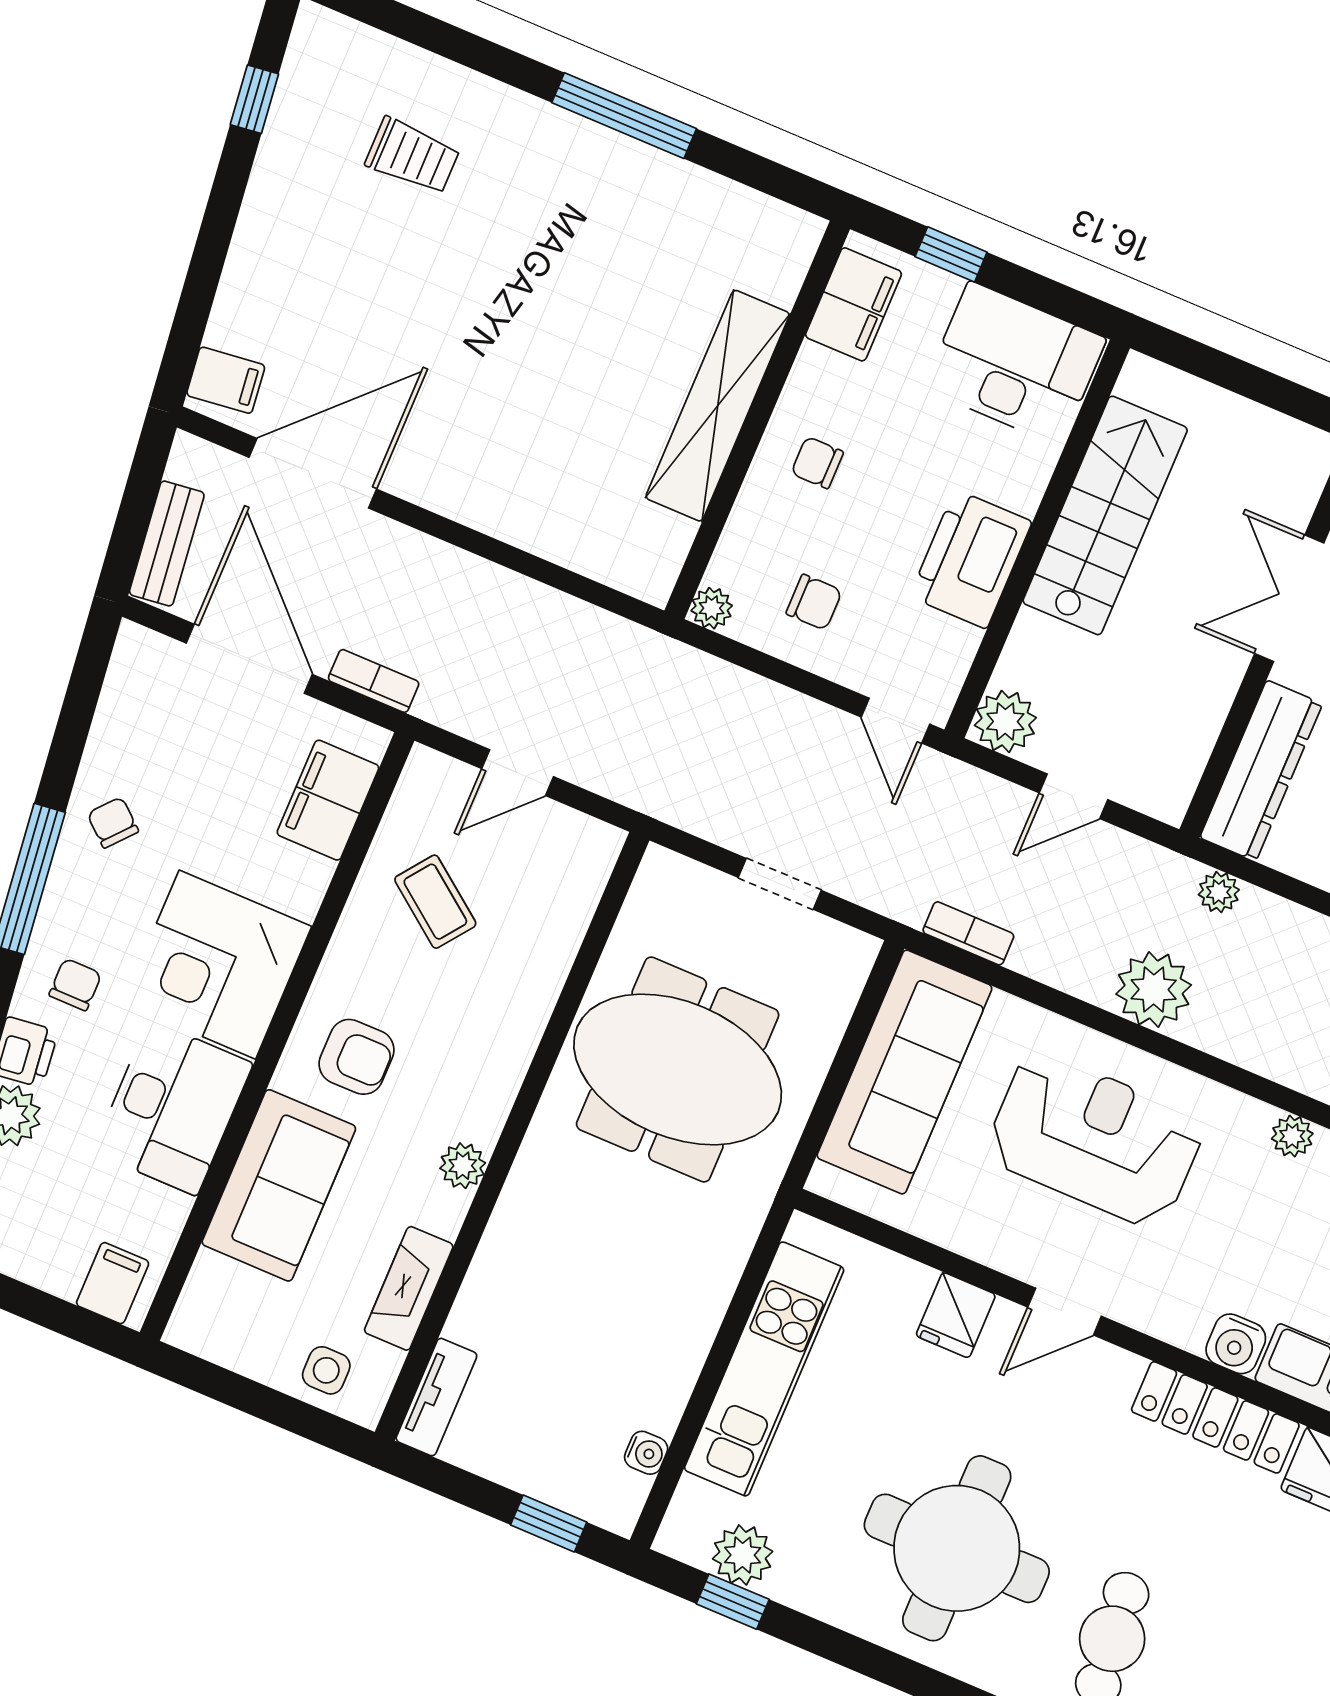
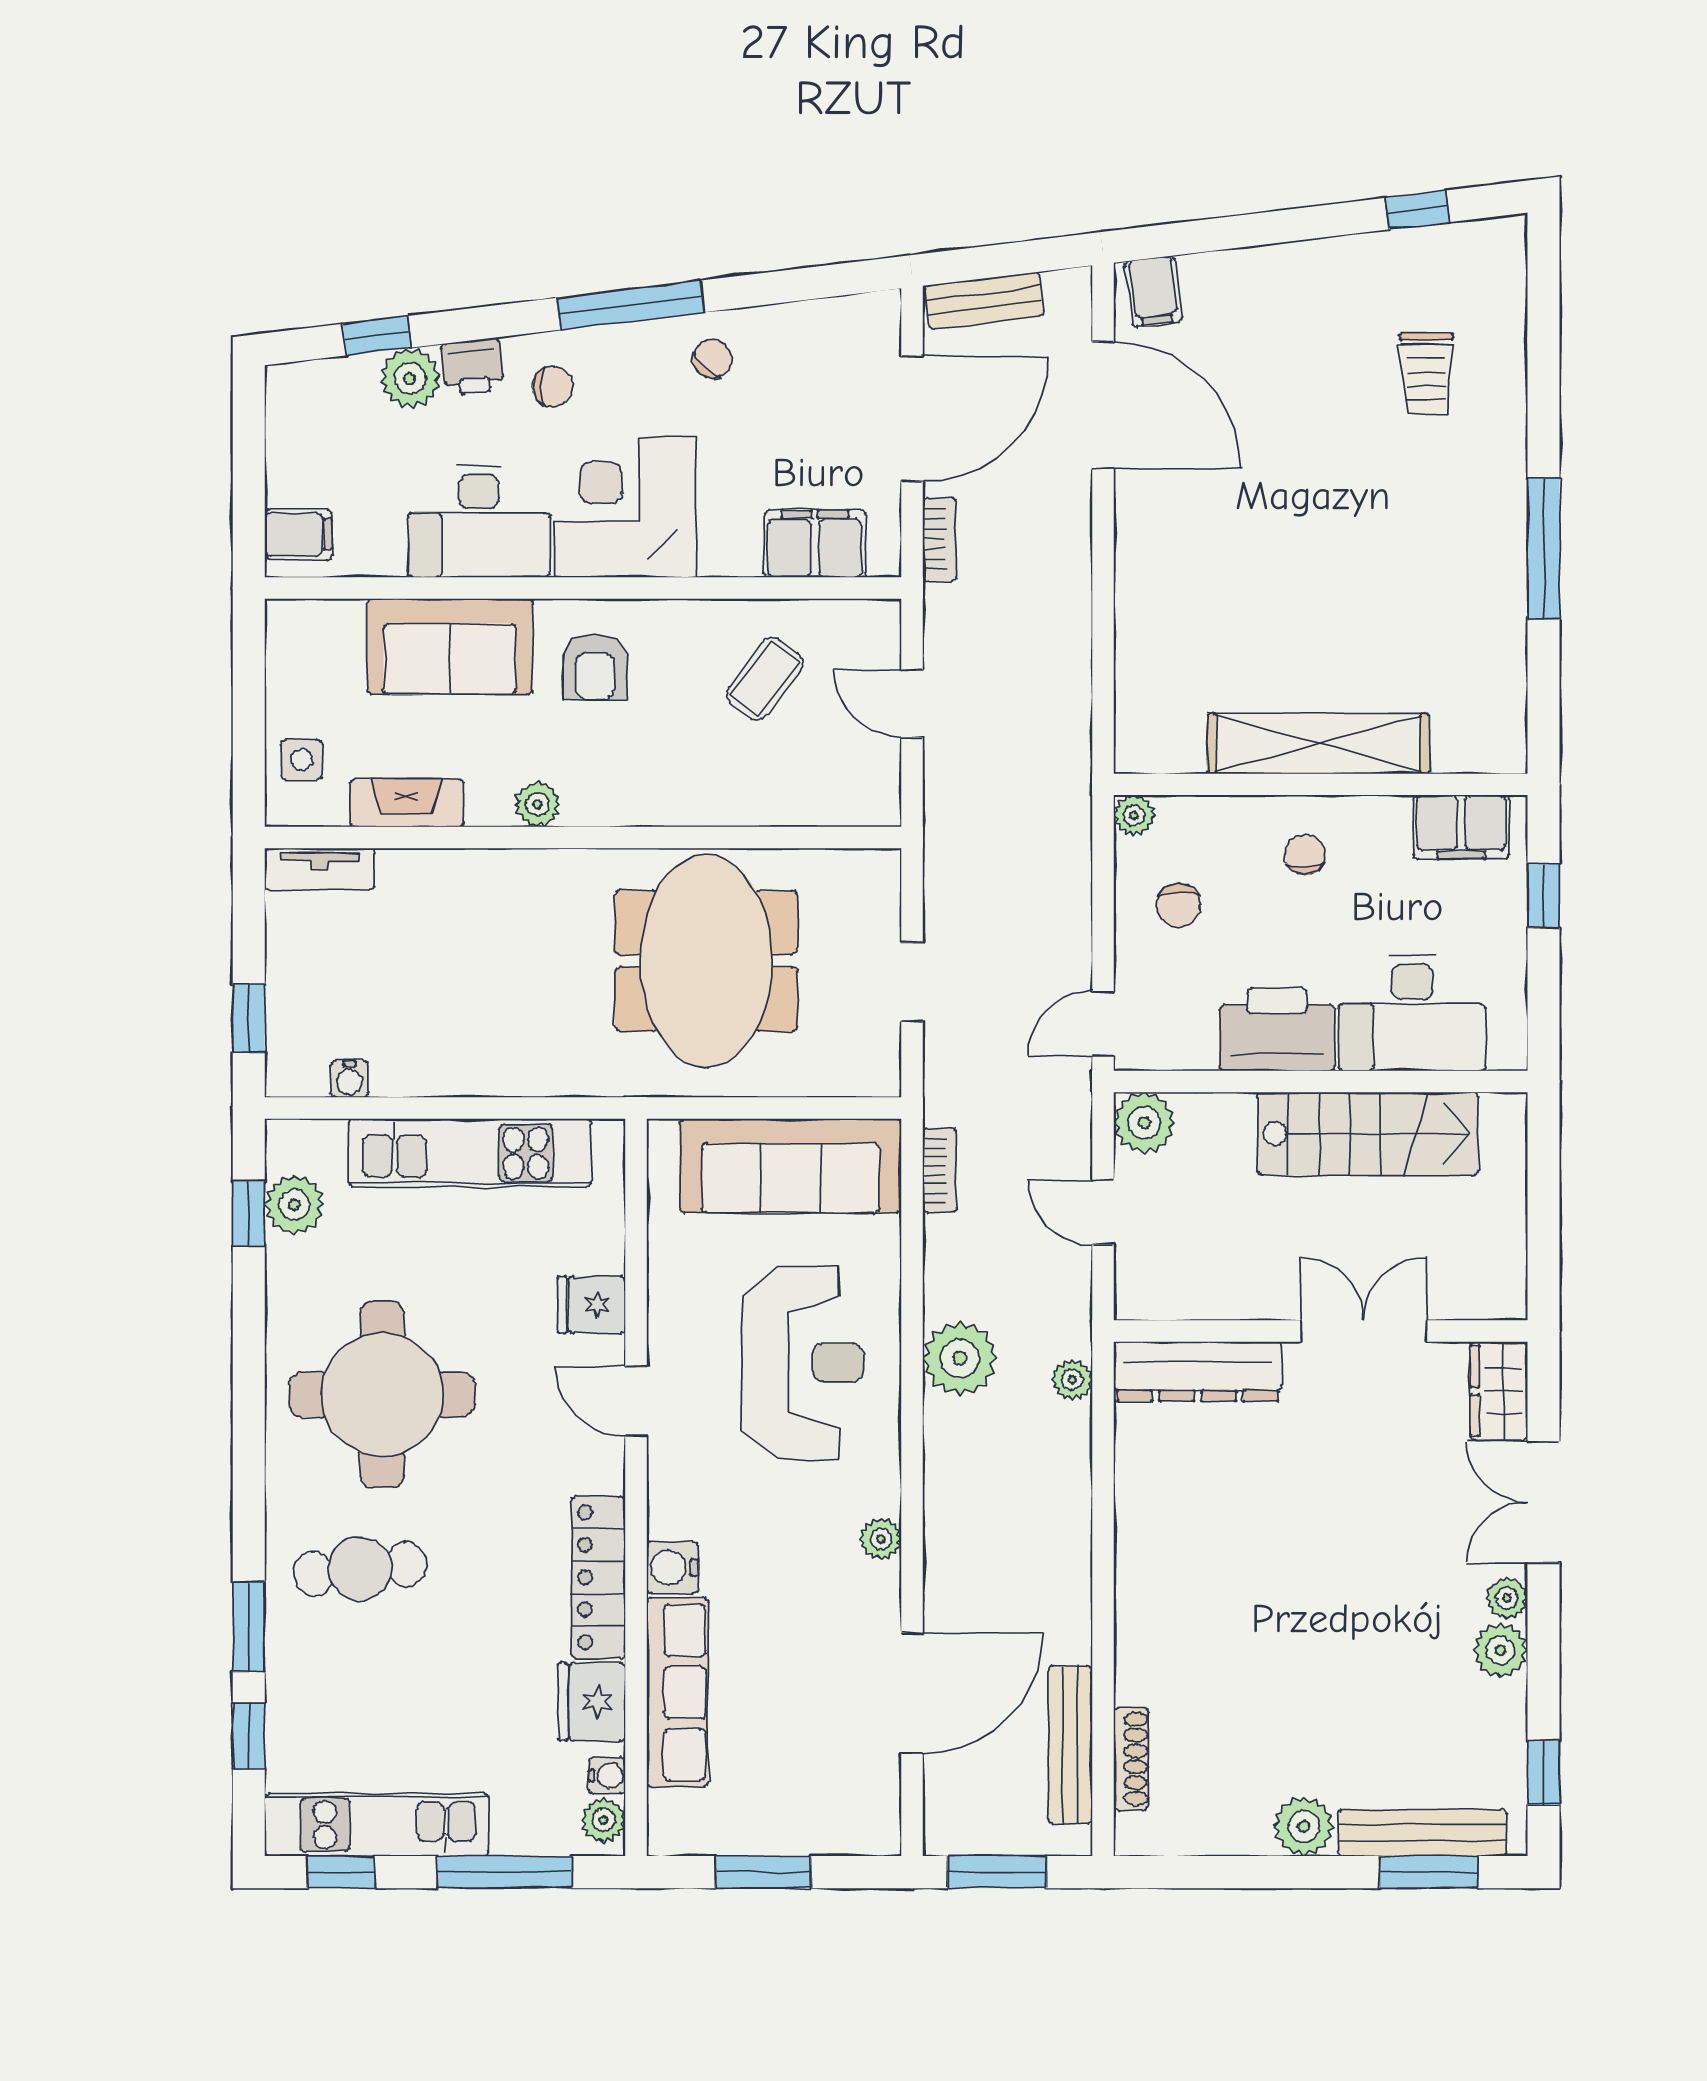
desk: (1015, 364) -> (1412, 1013), moved, turned 90

